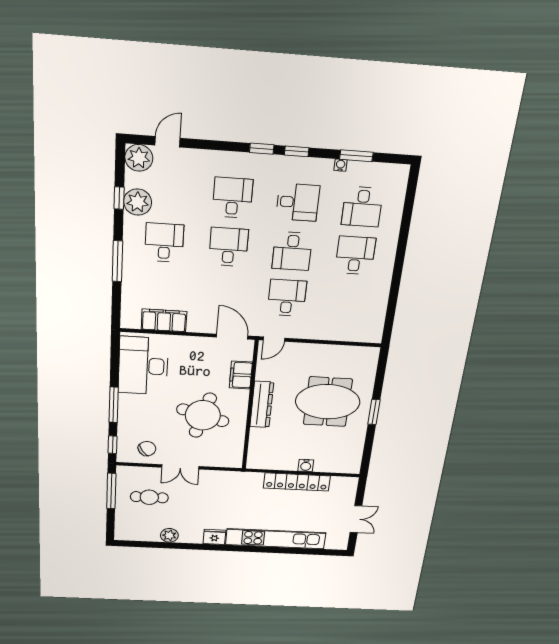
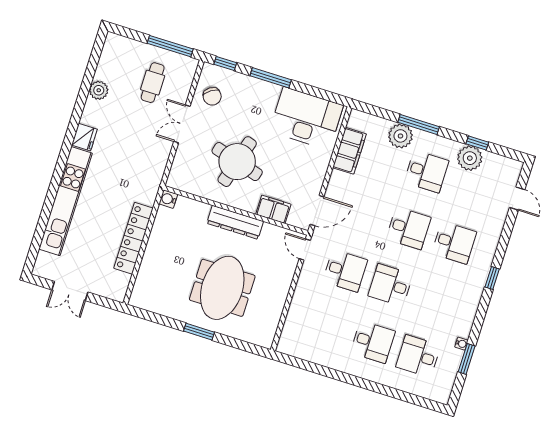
window: (297, 151) -> (483, 308), removed
plant: (139, 158) -> (400, 136), moved
desk: (298, 202) -> (436, 299), removed
water cooler: (306, 465) -> (168, 199), moved

